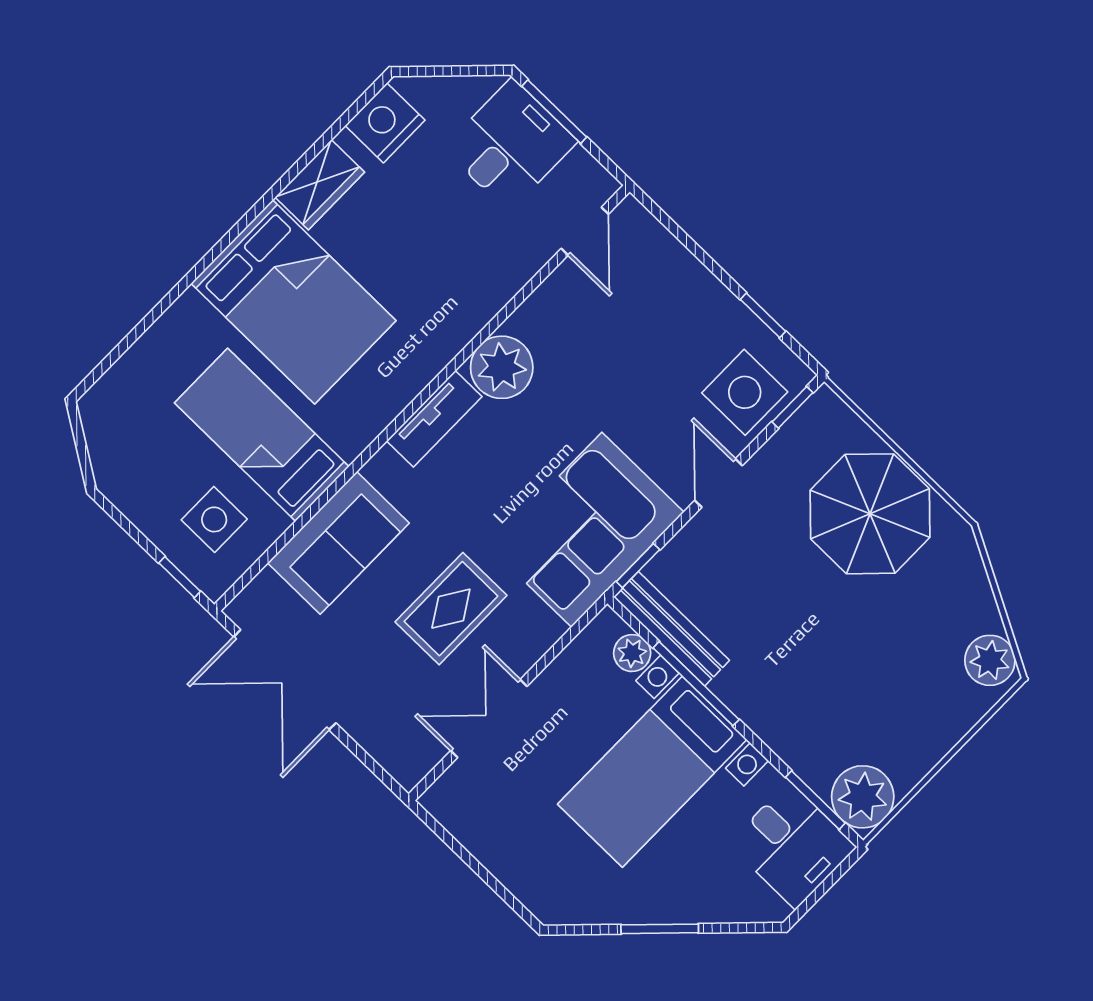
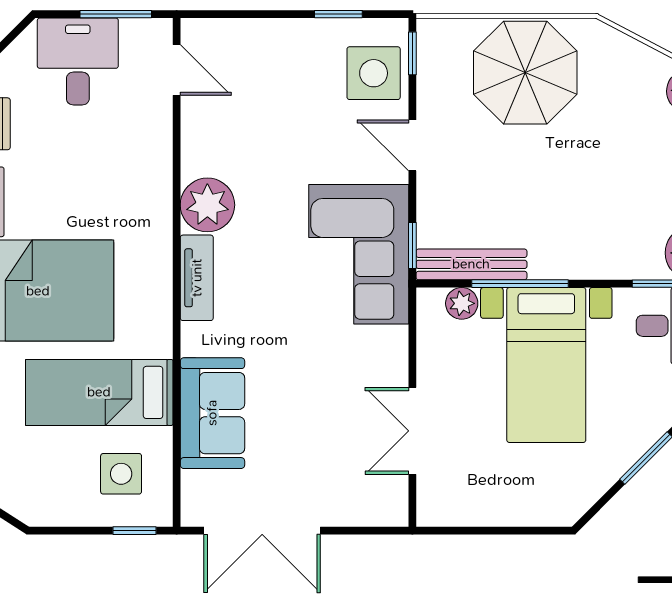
window: (554, 112) -> (116, 14), moved
rug: (451, 609) -> (322, 386), removed

